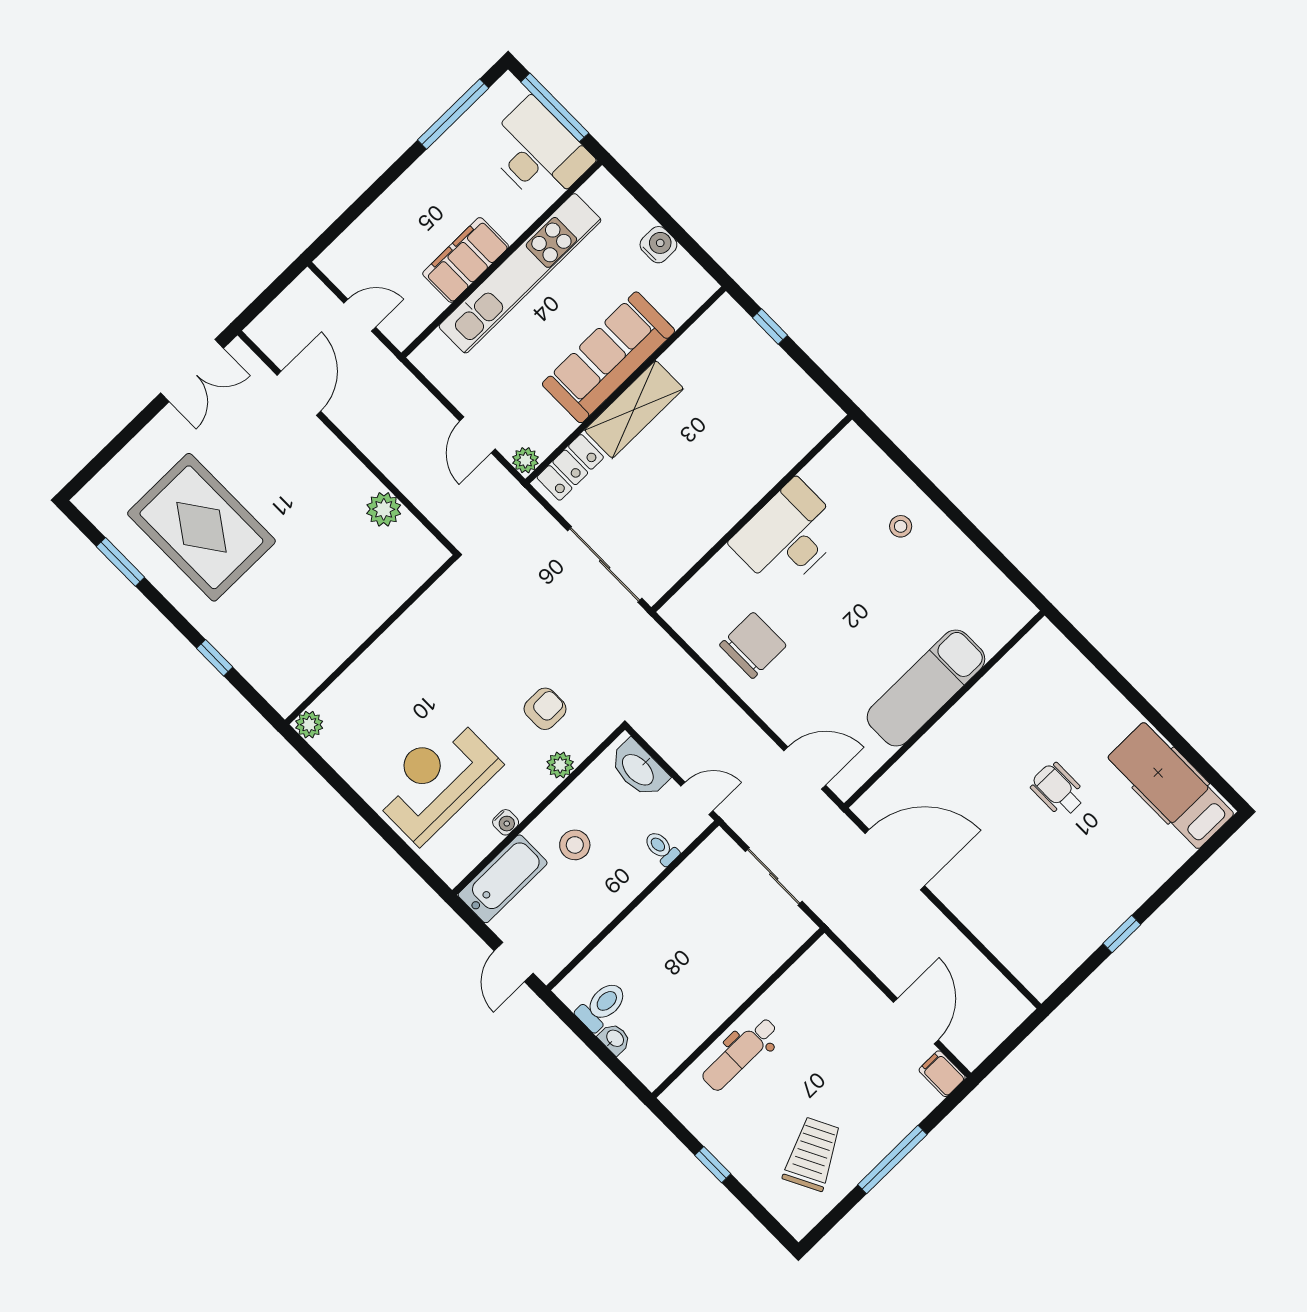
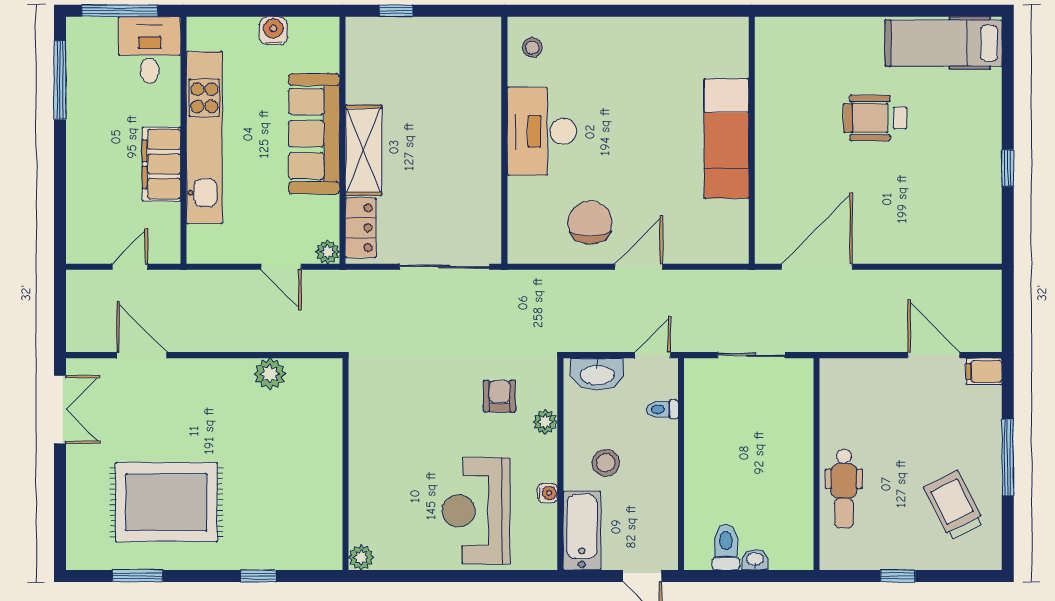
desk: (538, 153) -> (150, 50), width x0.73
stool: (901, 526) -> (532, 48), moved
door: (805, 768) -> (638, 267), moved
wheelchair: (1058, 790) -> (875, 118), width x1.36, depth x1.37

